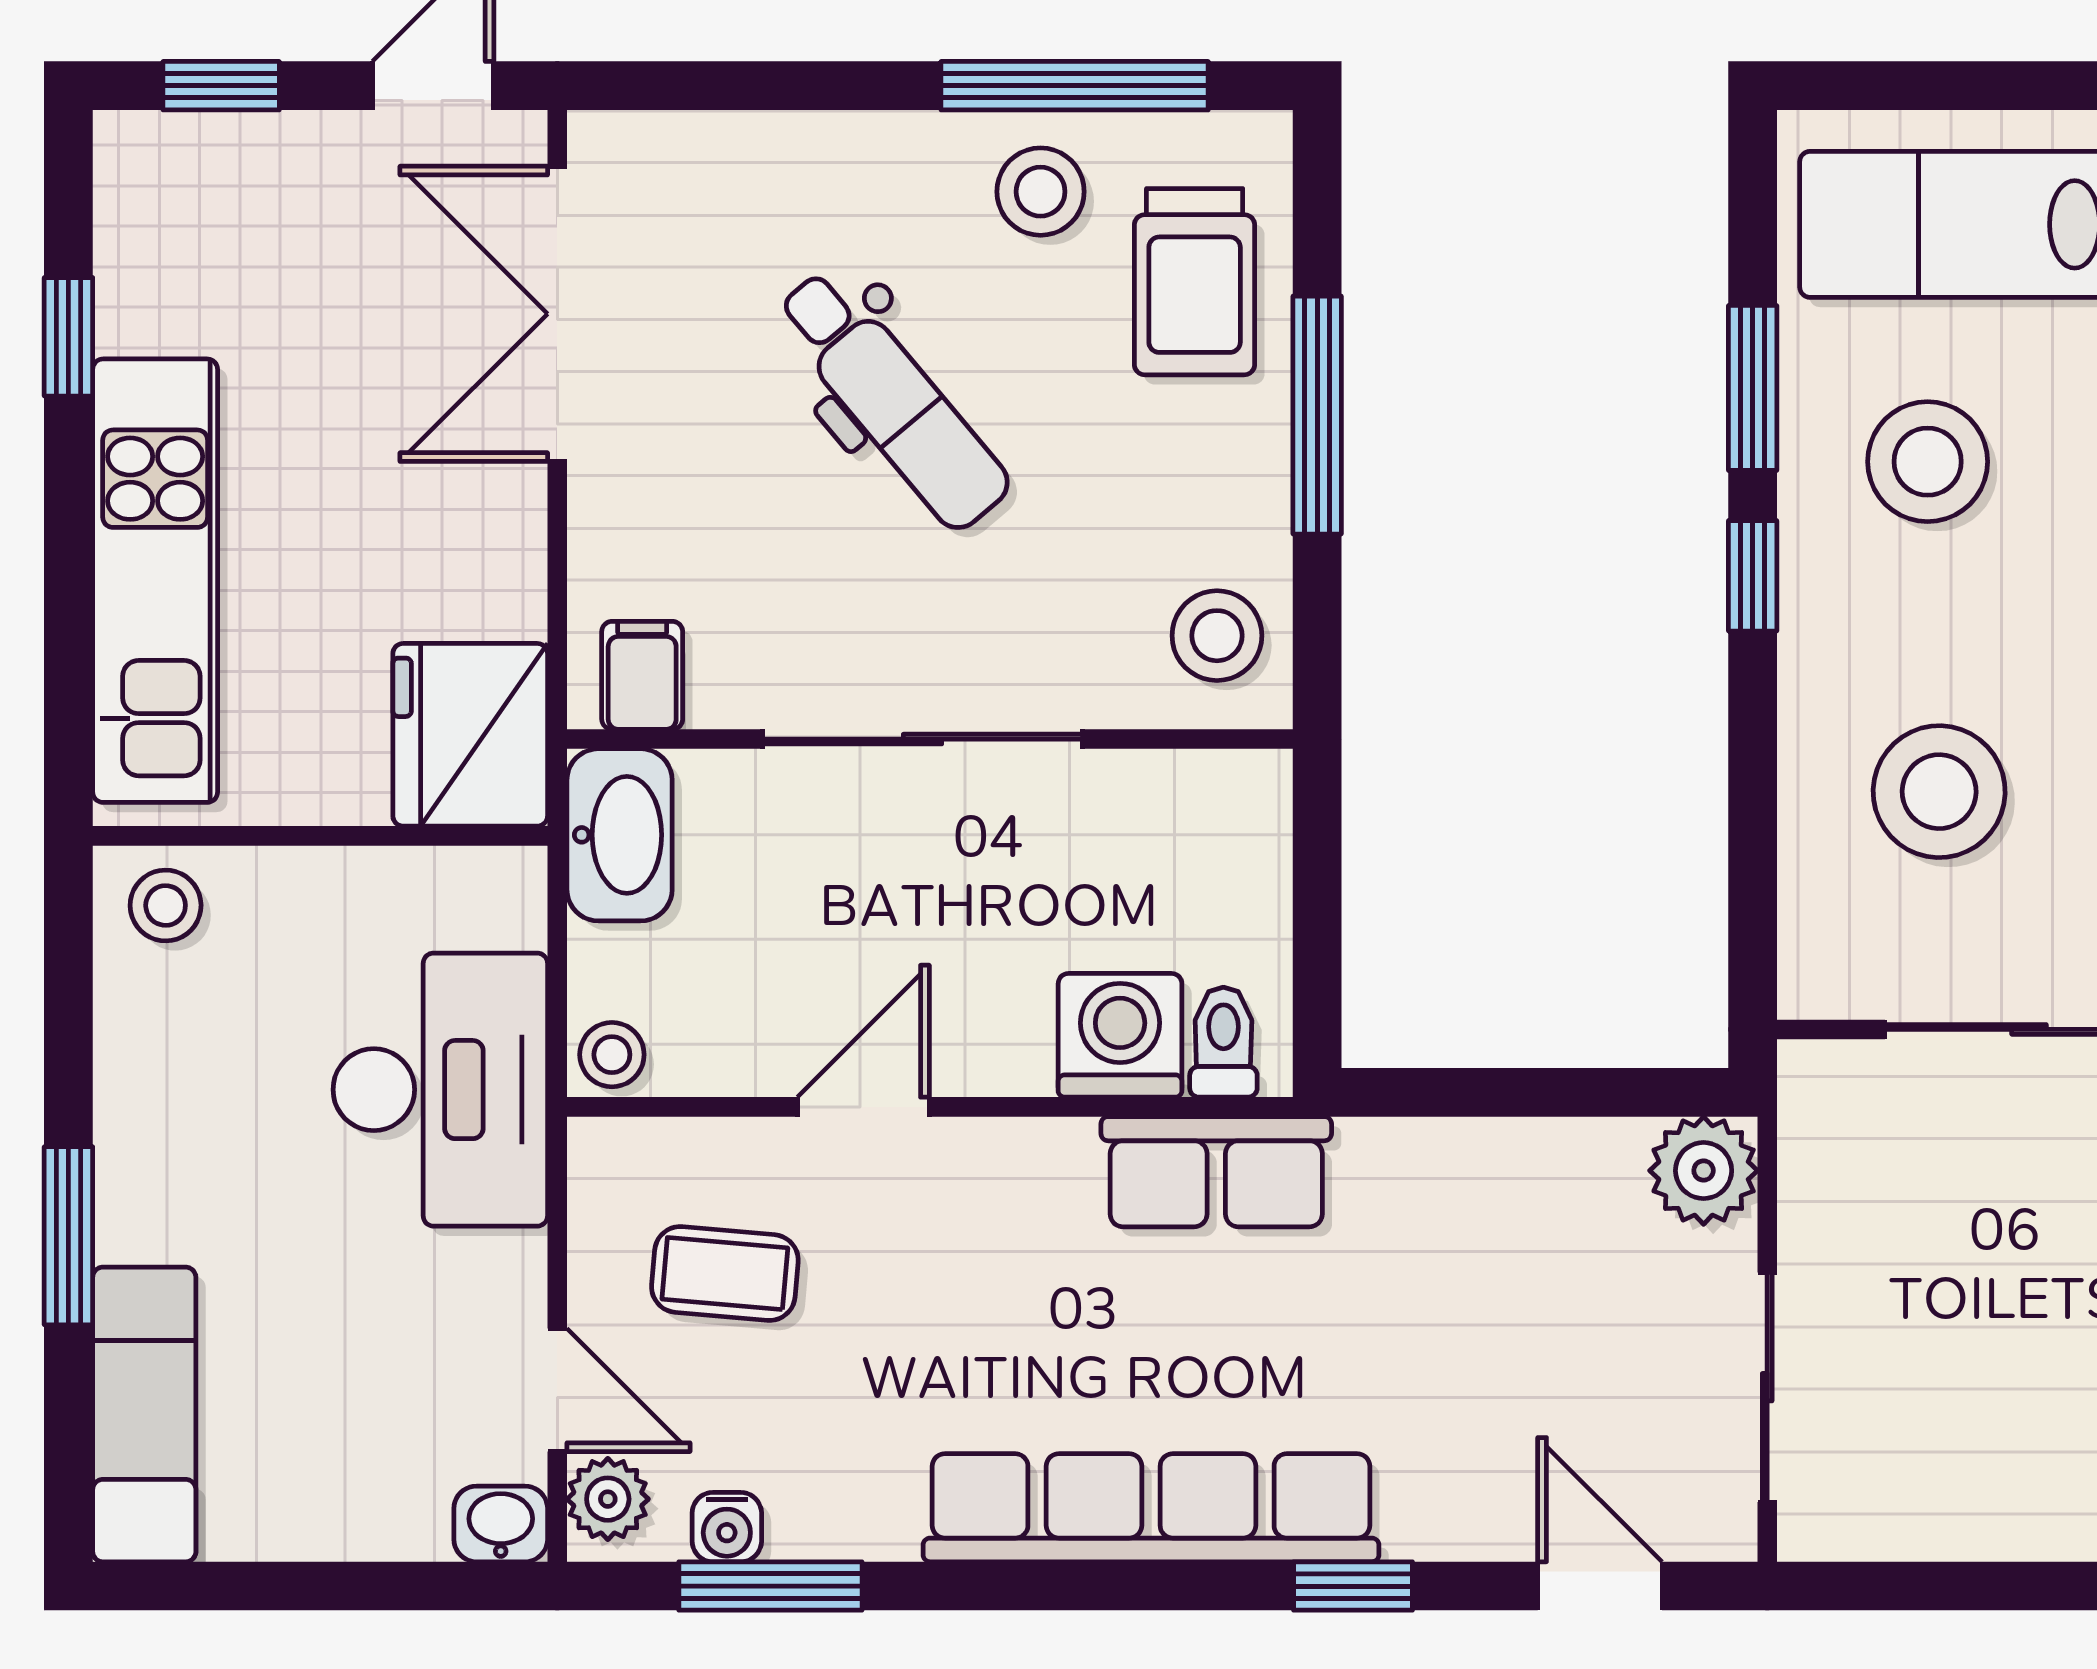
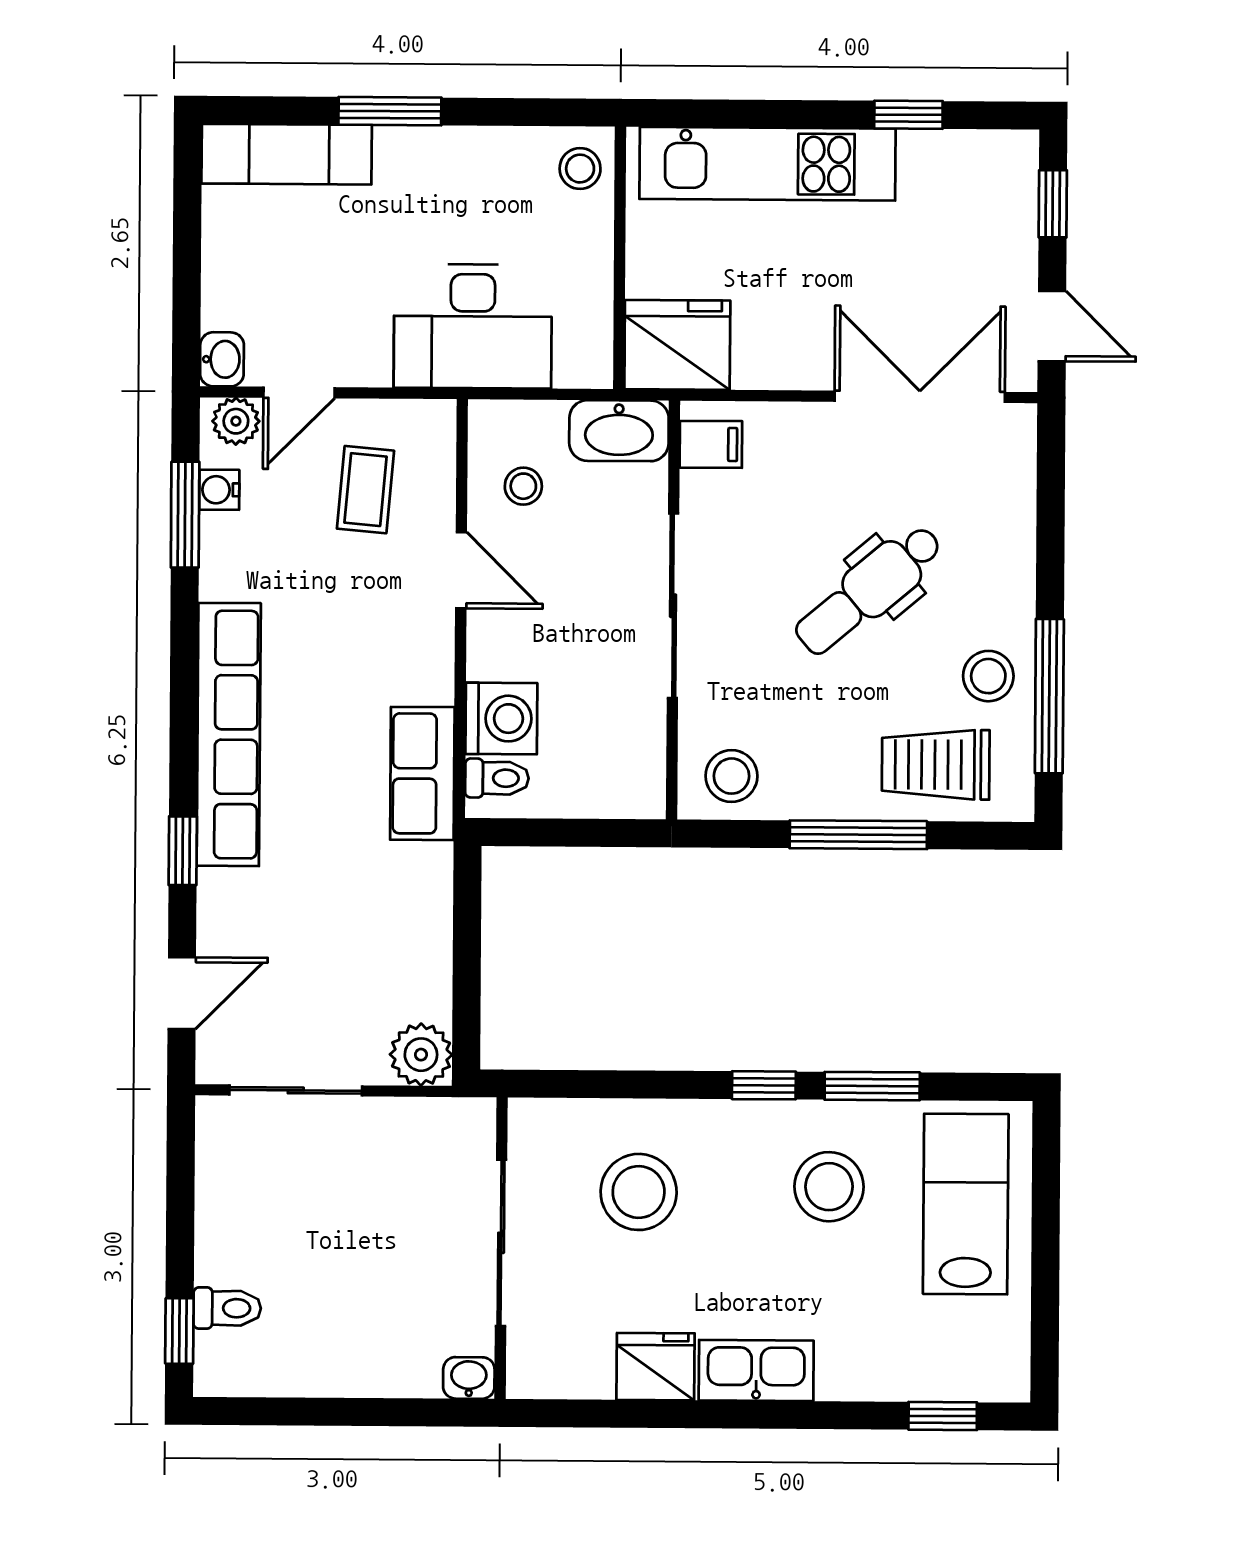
stool: (612, 1055) -> (523, 486), moved

